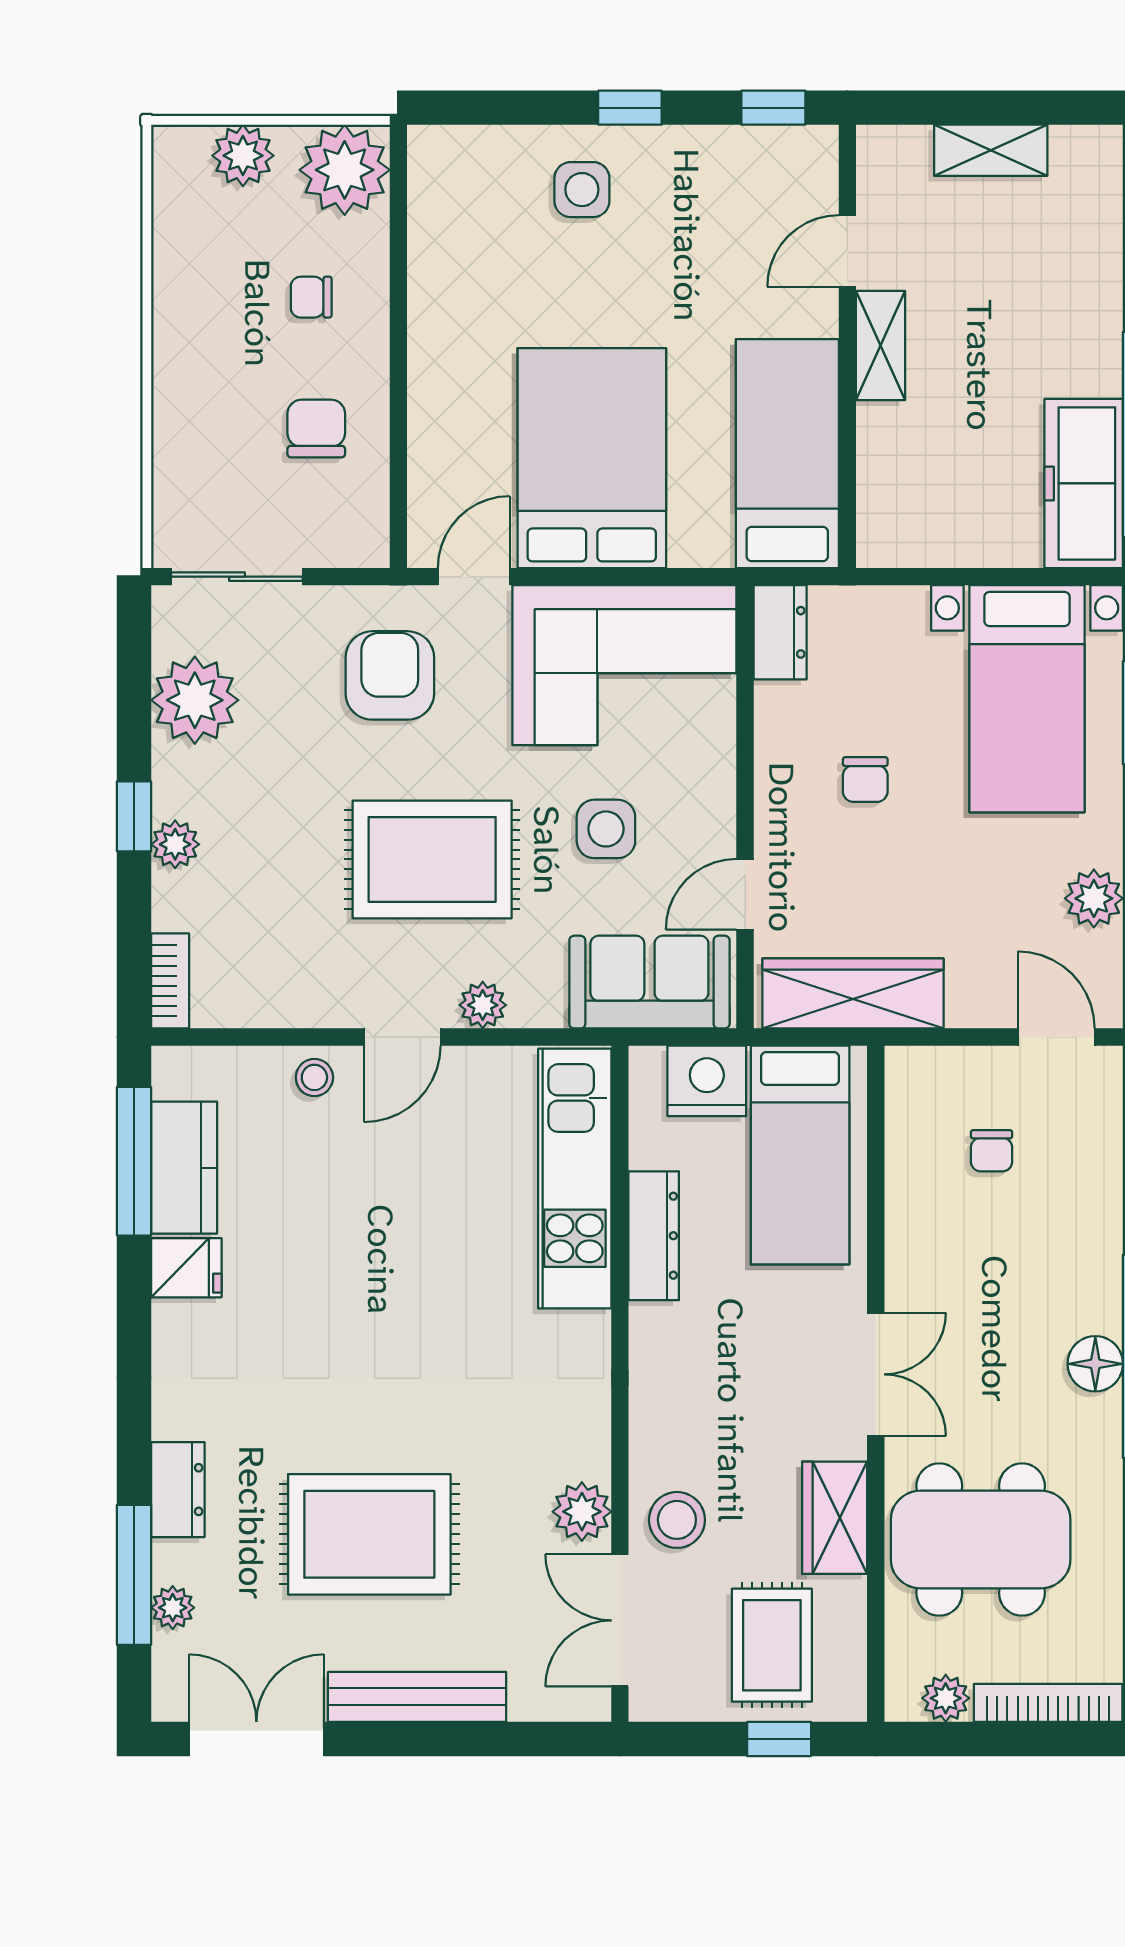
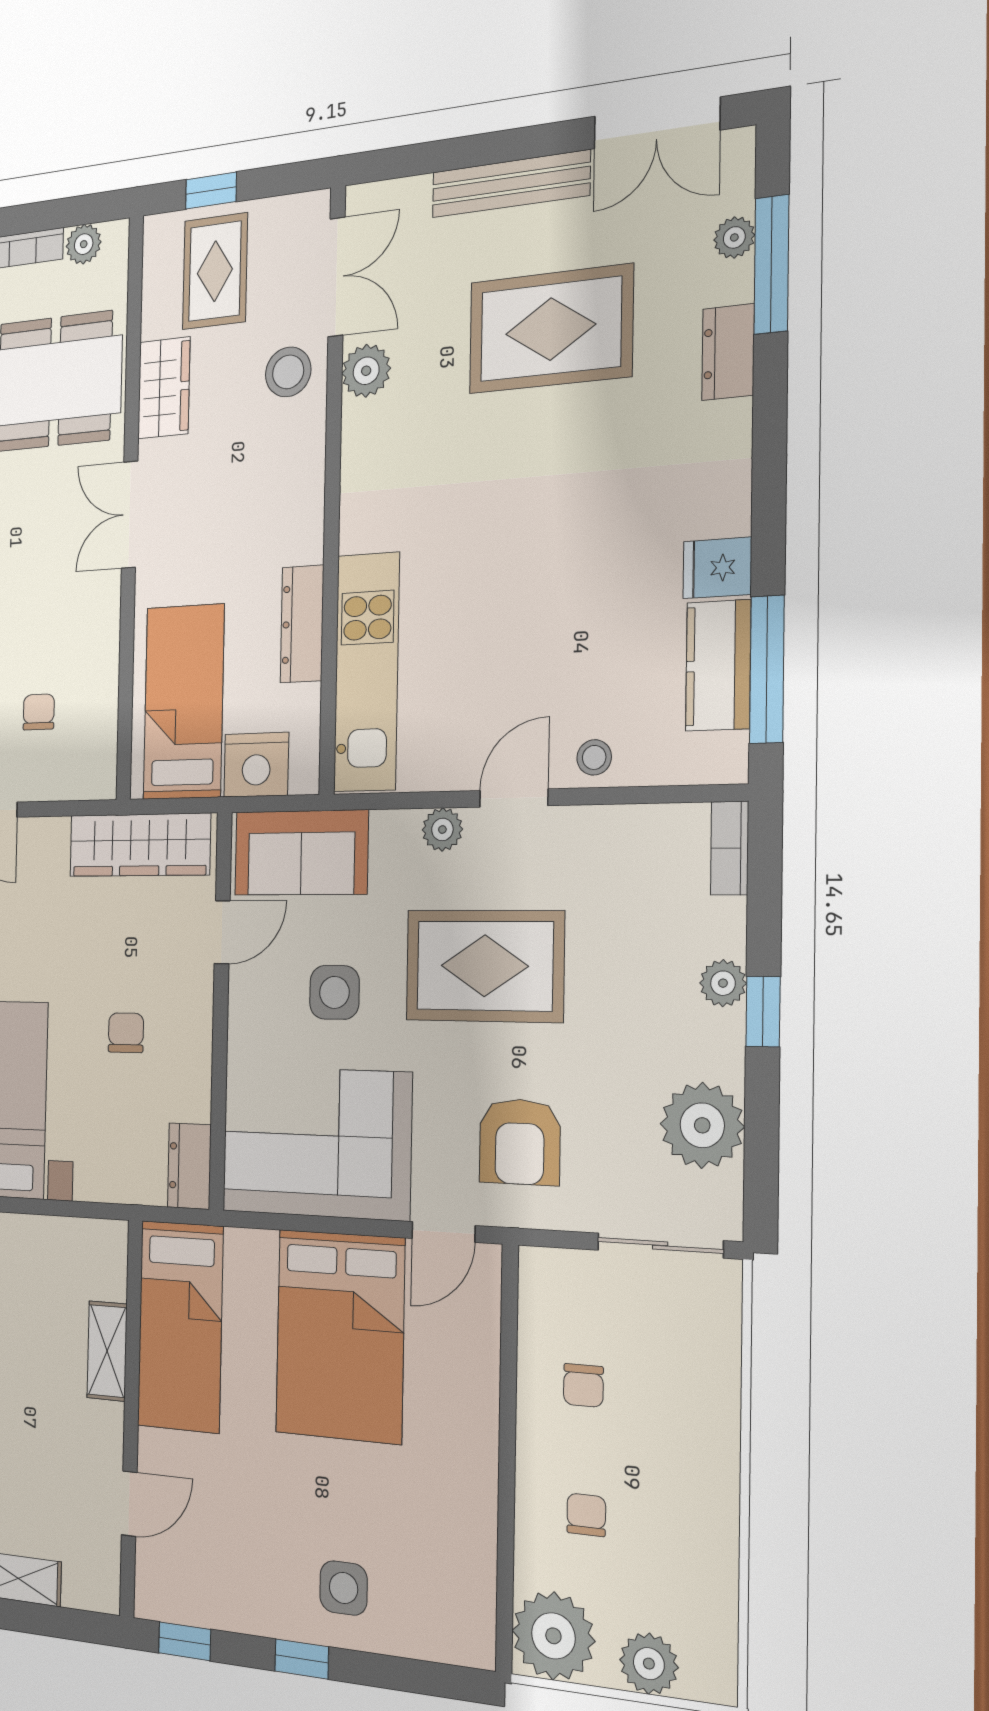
chair: (311, 297) -> (586, 1515), turned -90
shelving: (880, 345) -> (107, 1351), moved
chair: (316, 428) -> (583, 1385), width x0.73, depth x0.73

